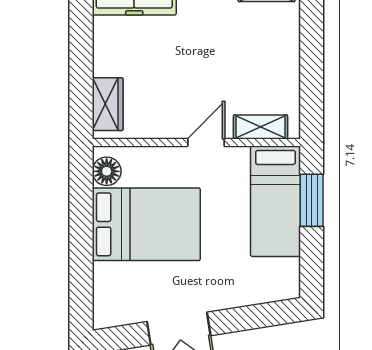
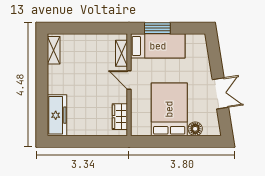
wardrobe: (108, 104) -> (120, 117), moved, turned -90
floor lamp: (107, 171) -> (195, 129), moved

